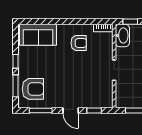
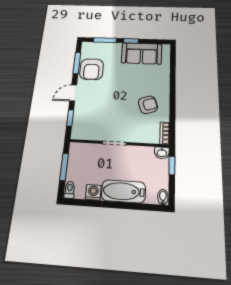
sofa: (38, 35) -> (142, 53), moved, turned -90
washbasin: (122, 35) -> (162, 153), width x0.52, depth x0.69
armchair: (79, 43) -> (148, 105), turned -108
armchair: (33, 89) -> (92, 69), moved

